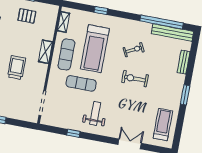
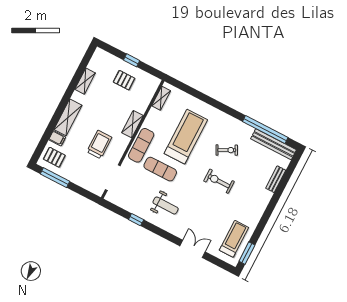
window: (101, 11) -> (204, 98), removed
treadmill: (95, 49) -> (186, 137), turned 180
exercise mat: (66, 54) -> (141, 145), moved
trolley: (17, 68) -> (99, 145), moved
window: (185, 95) -> (247, 253), moved
weight bench: (95, 113) -> (166, 205), turned 90

